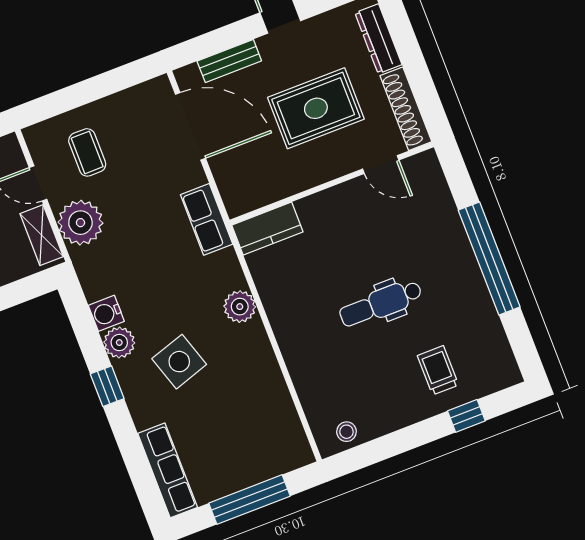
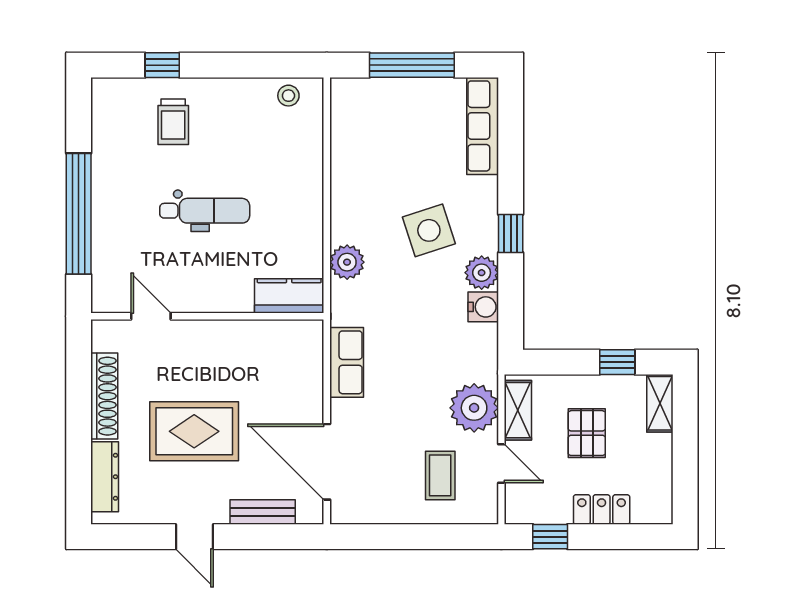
door: (381, 165) -> (151, 316), moved
wall: (332, 183) -> (207, 316), moved
kitchen counter: (267, 229) -> (289, 296), moved

